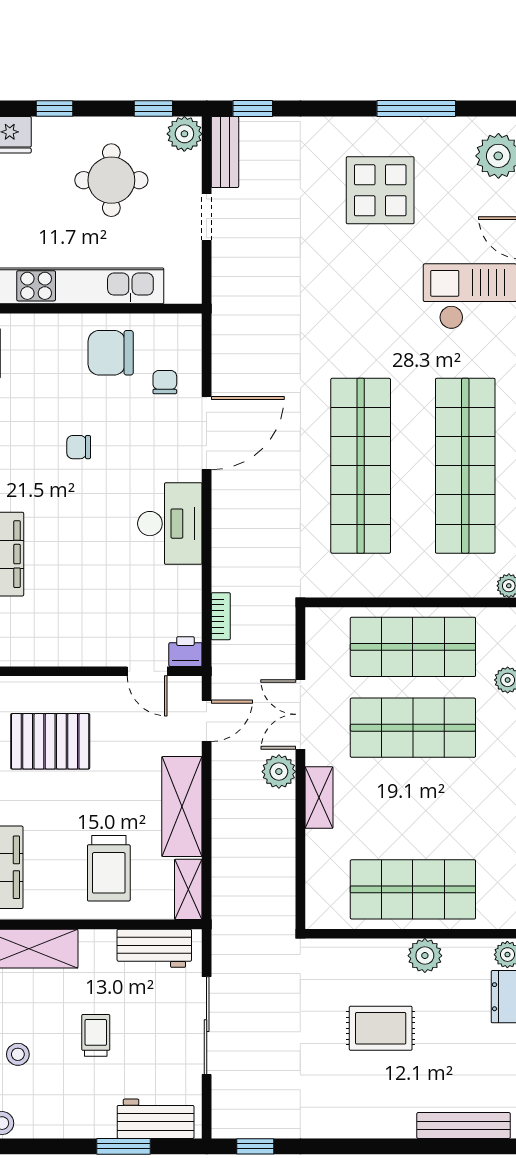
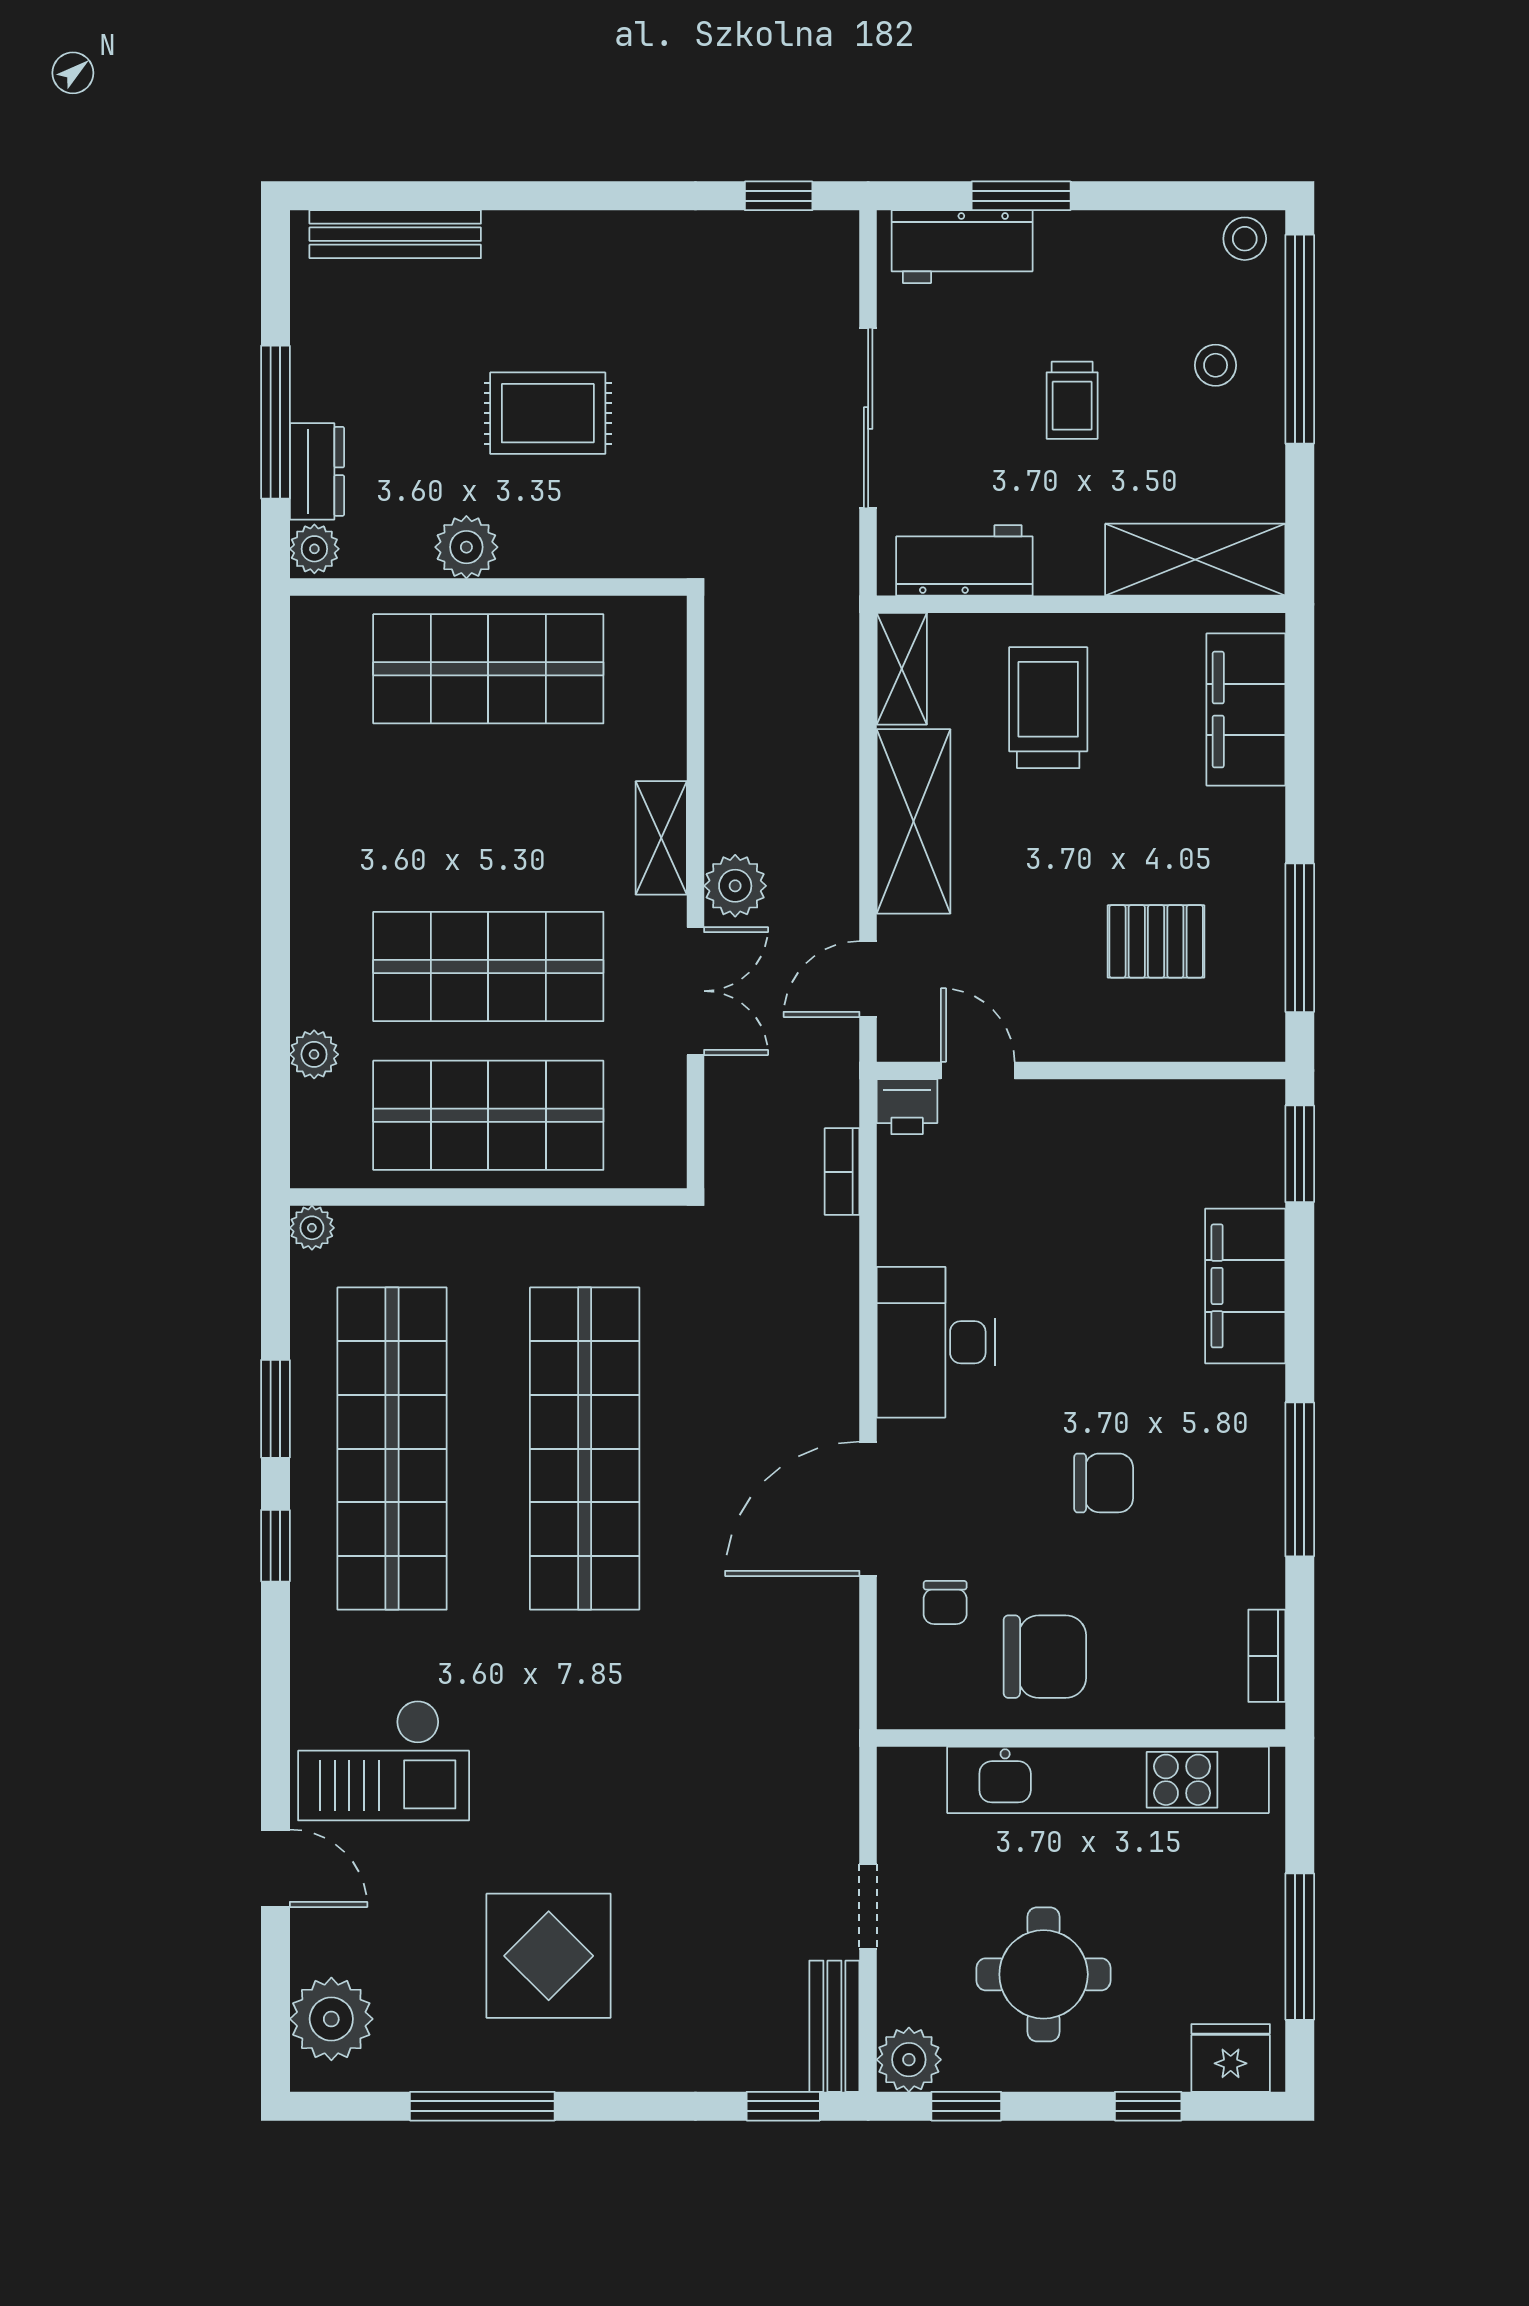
chair: (79, 447) -> (1104, 1483), width x1.37, depth x1.37
pallet: (50, 741) -> (1156, 941), width x0.67, depth x0.71

